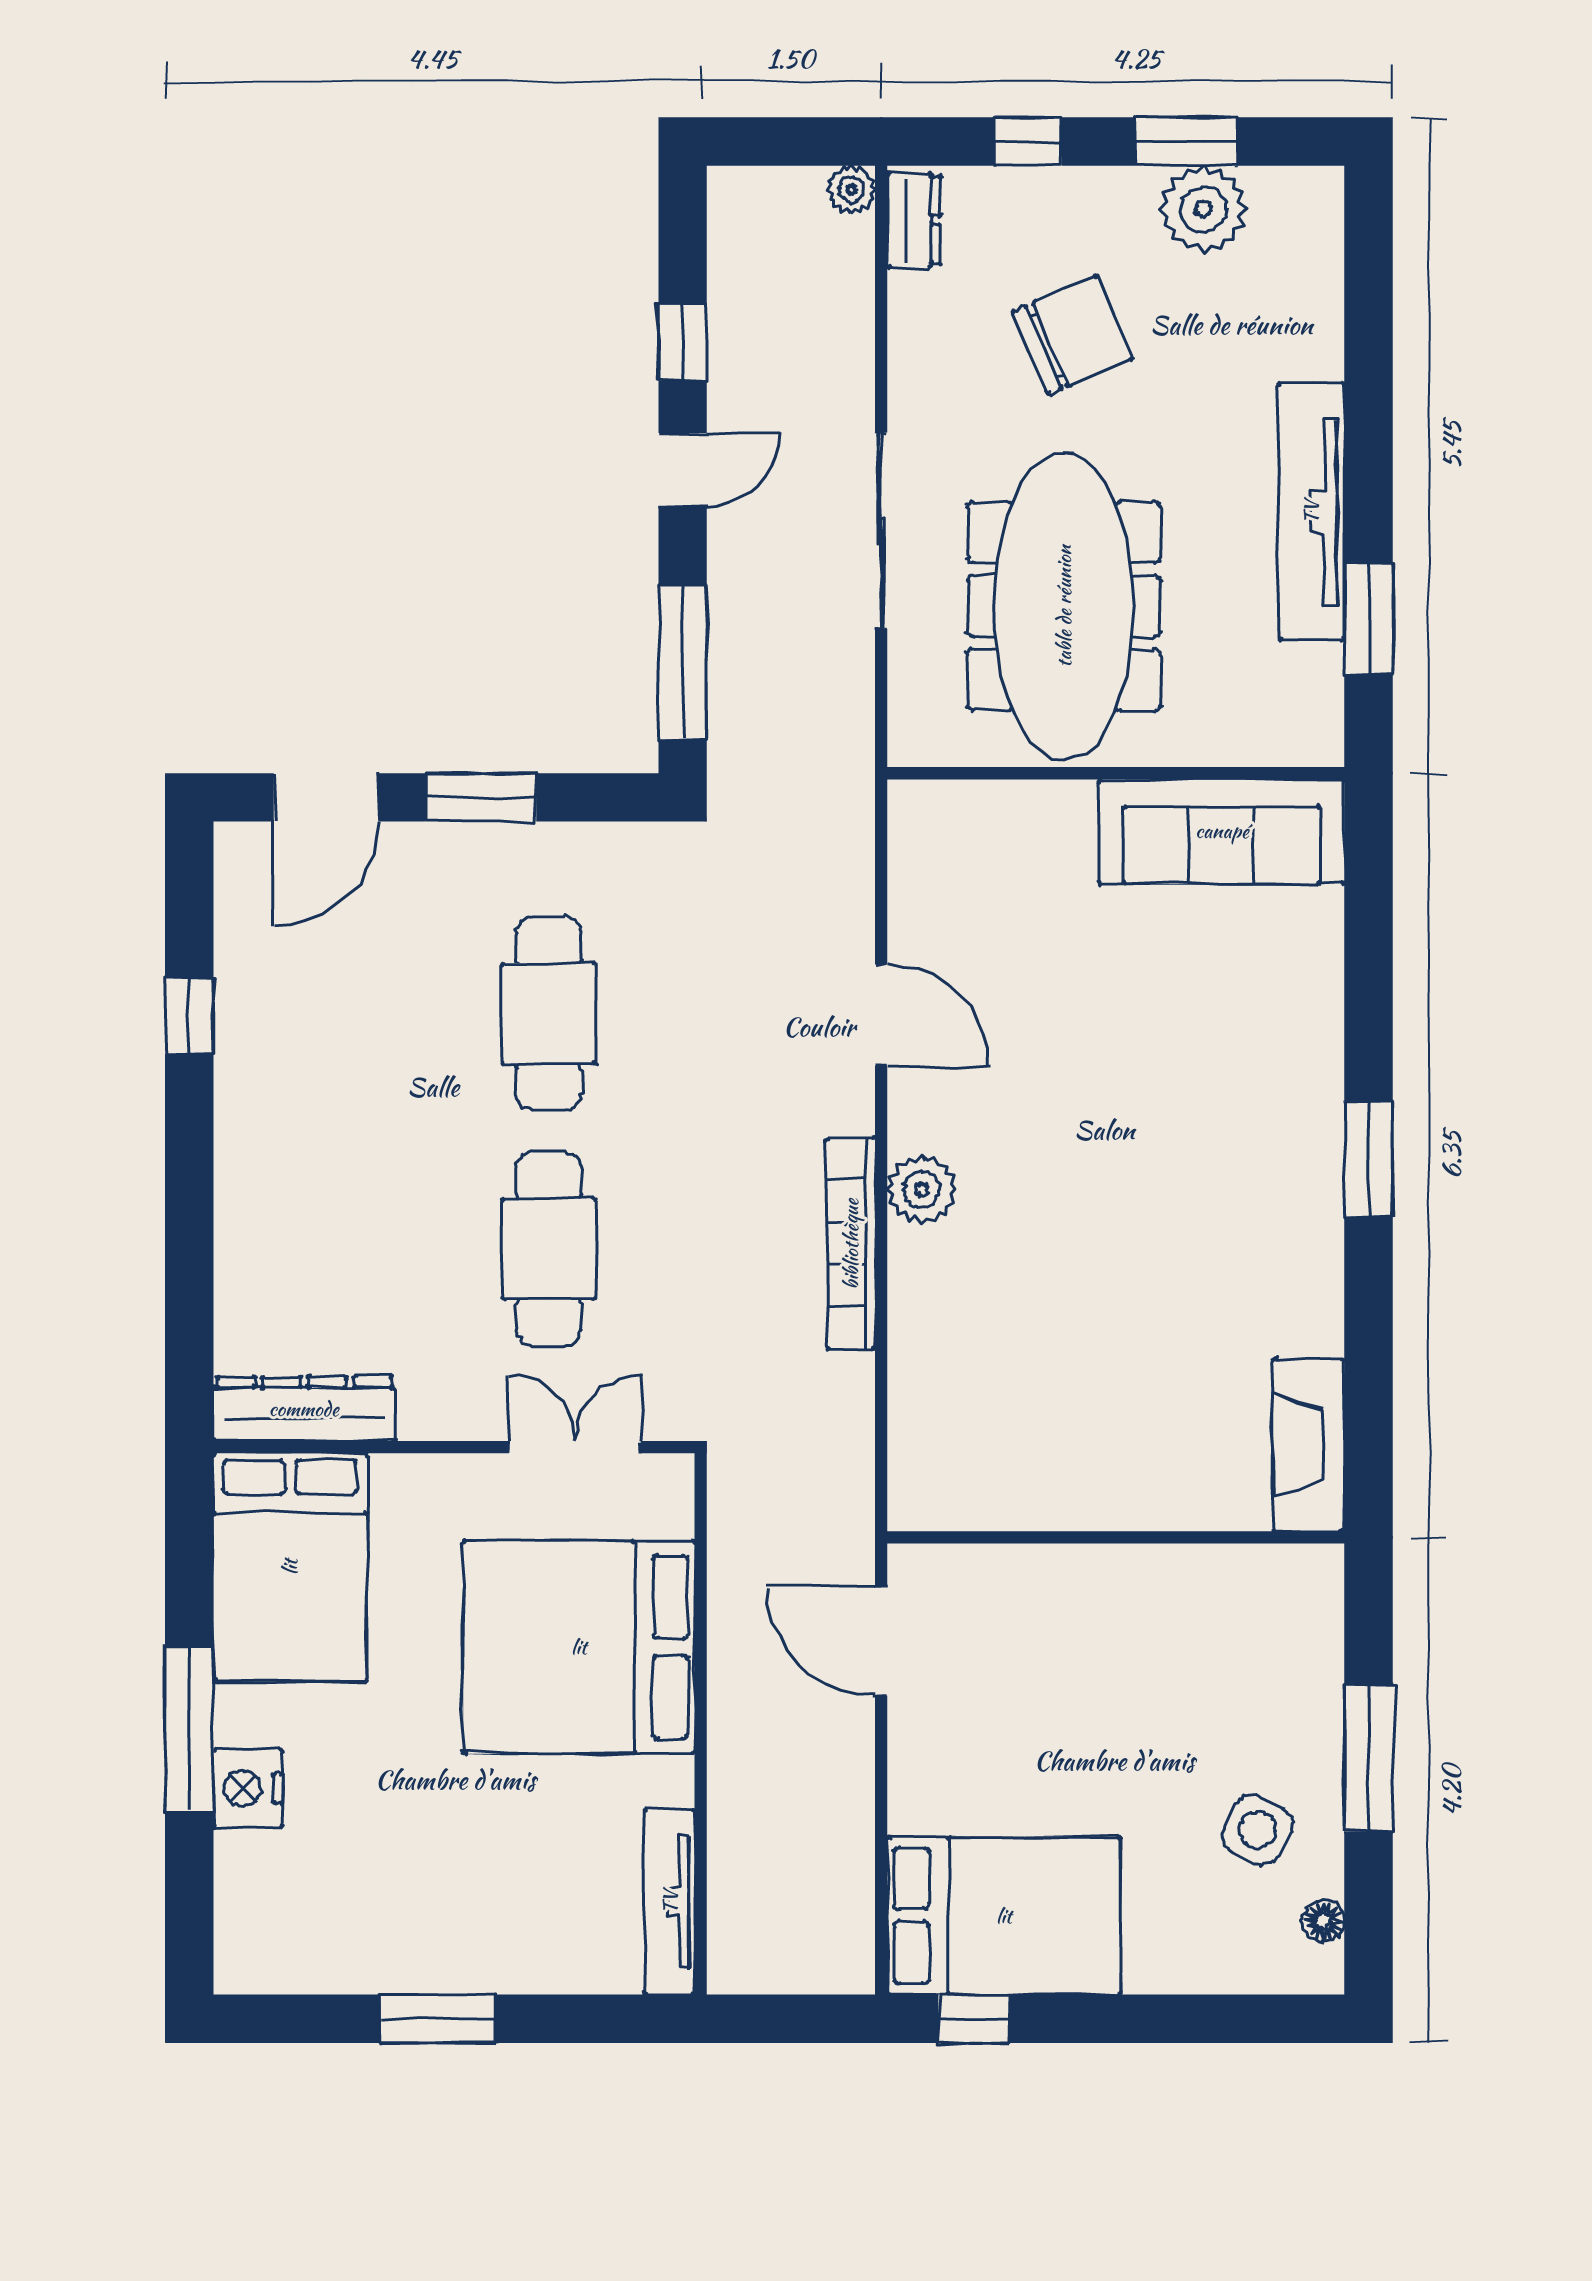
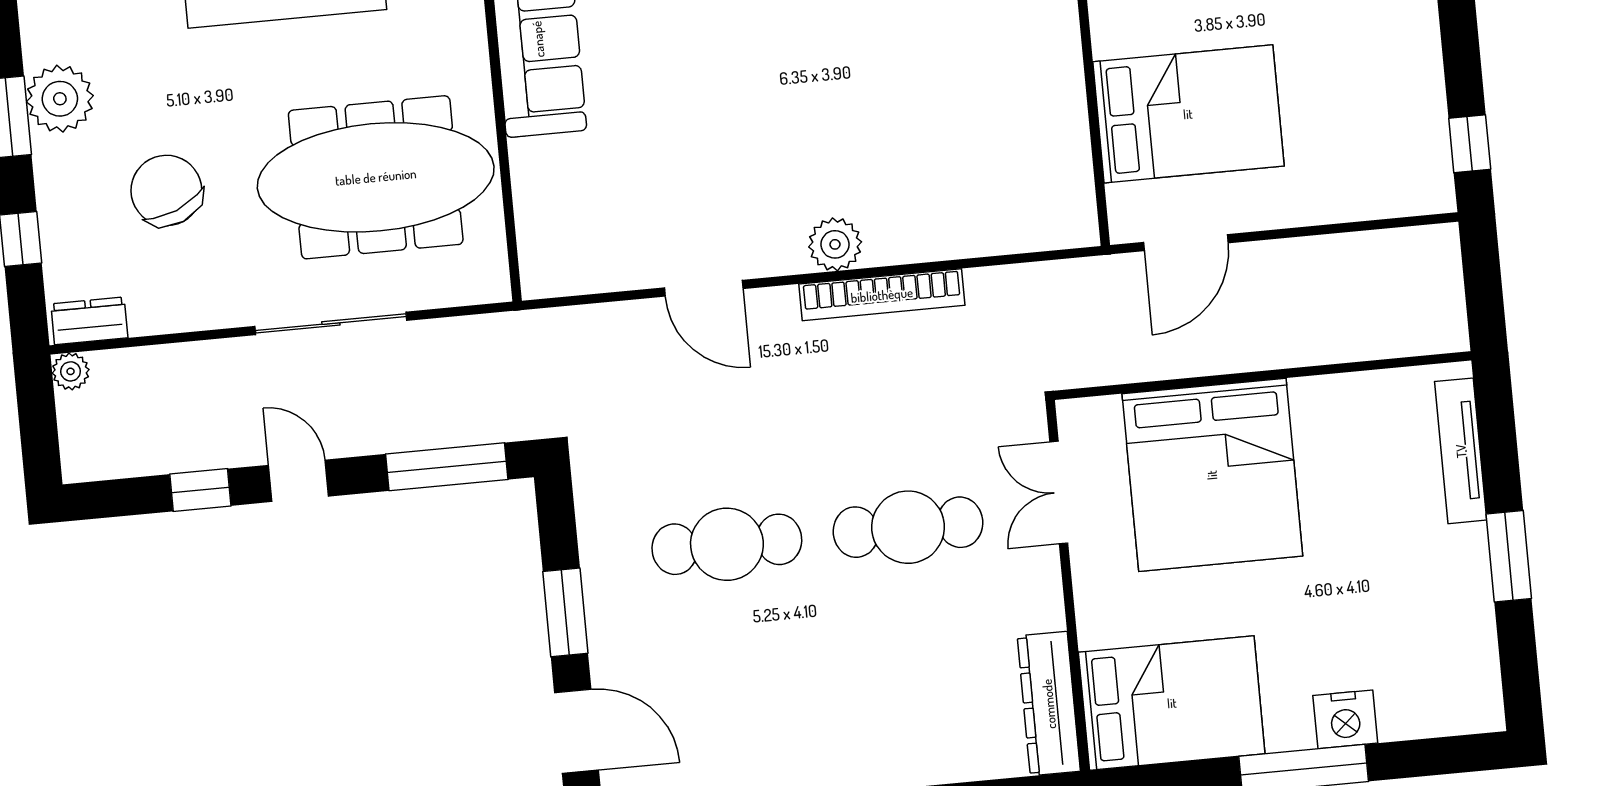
door: (881, 1015) -> (704, 288), swing flipped
tv unit: (670, 1902) -> (1461, 451), moved, turned 90
bed: (1004, 1916) -> (1188, 114), moved, turned 90

